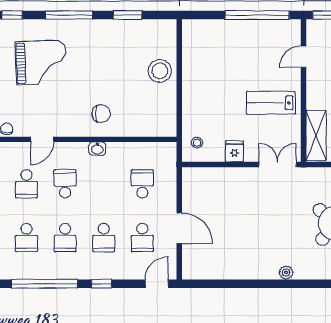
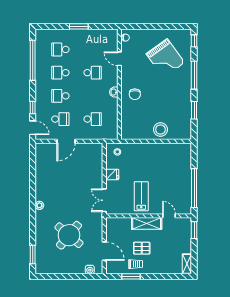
grand piano: (41, 63) -> (165, 58), turned -34
shelving: (316, 135) -> (147, 223), moved
double door: (278, 164) -> (104, 200), swing flipped
school desk: (26, 184) -> (93, 49), removed
school desk: (142, 238) -> (60, 119), turned 180
window: (101, 284) -> (33, 107), moved

